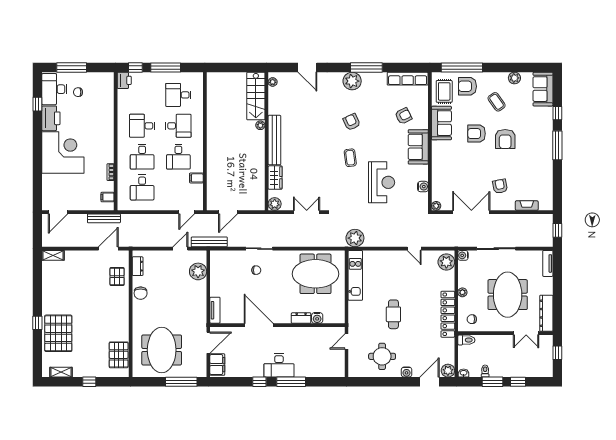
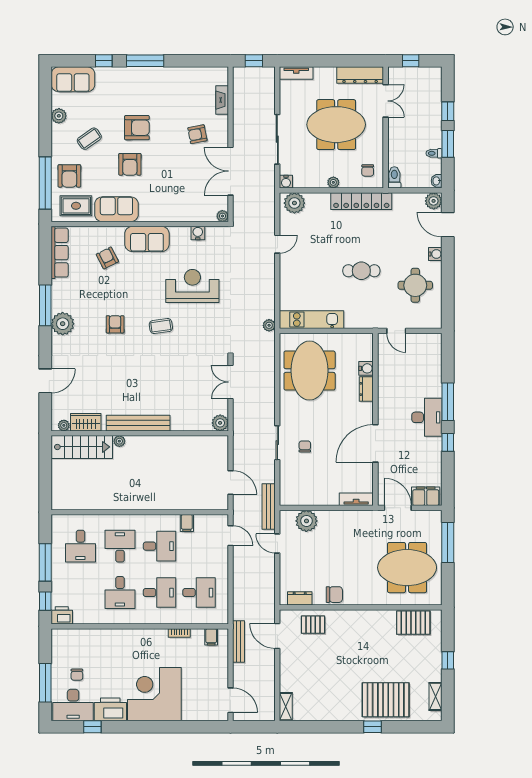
armchair: (352, 122) -> (115, 324), turned 115
wardrobe: (275, 178) -> (86, 422), moved
plant: (355, 238) -> (269, 325), width x0.53, depth x0.53

